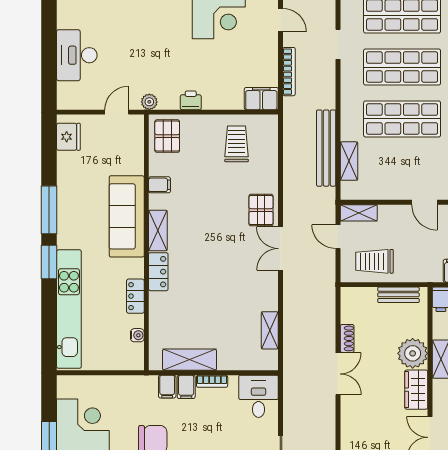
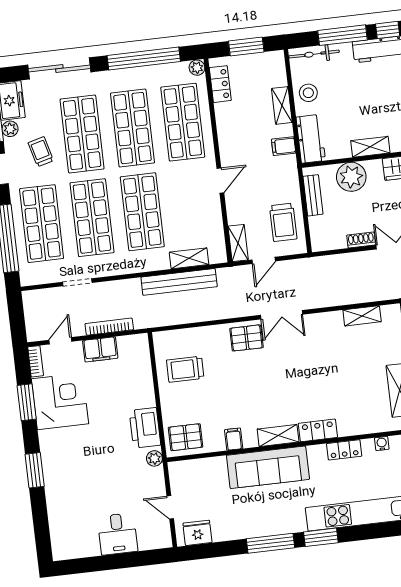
desk: (77, 55) -> (118, 534), width x0.73
filing cabinet: (261, 99) -> (100, 349), moved, turned -90
printer: (191, 100) -> (145, 428), width x1.87, depth x1.48
door: (117, 112) -> (170, 507), moved
plant: (413, 353) -> (351, 177), moved

